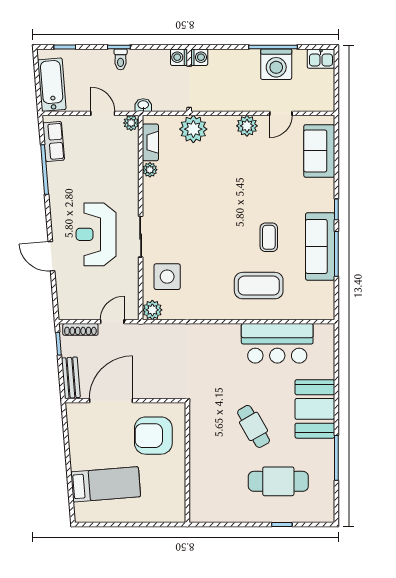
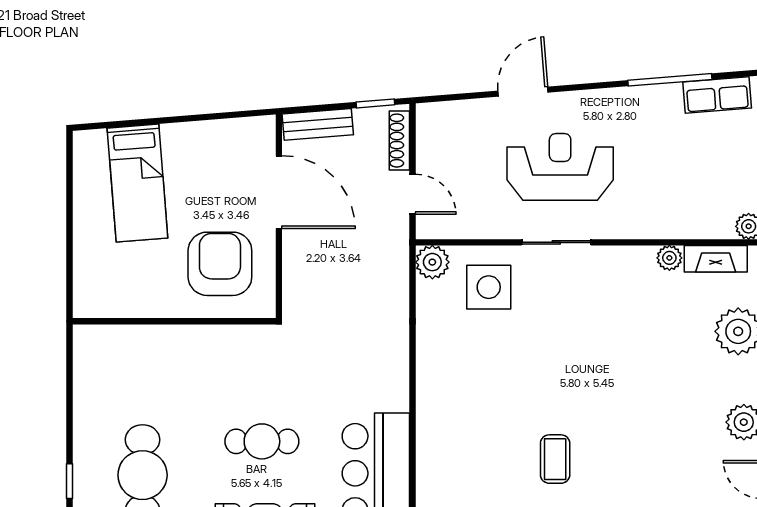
coffee table: (269, 237) -> (555, 459), turned 90
coffee table: (259, 286) -> (474, 442), removed
cafe table: (254, 426) -> (262, 441), moved, turned 30

